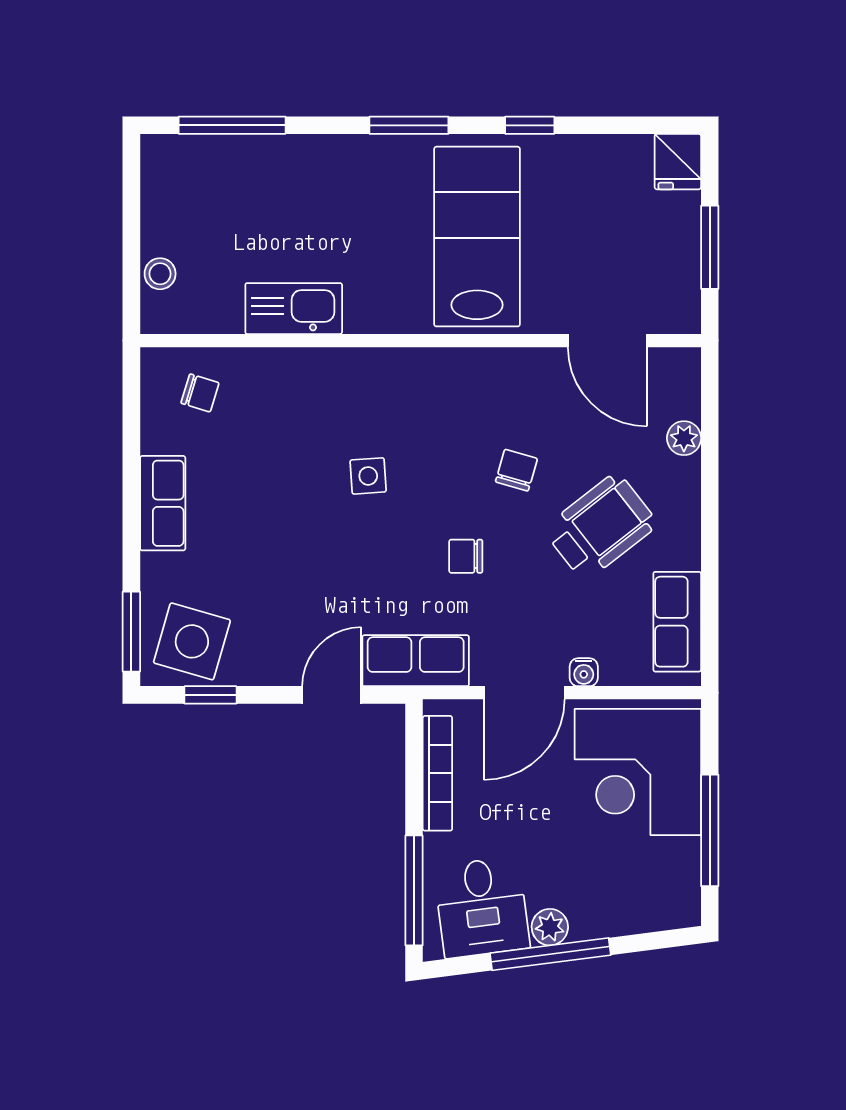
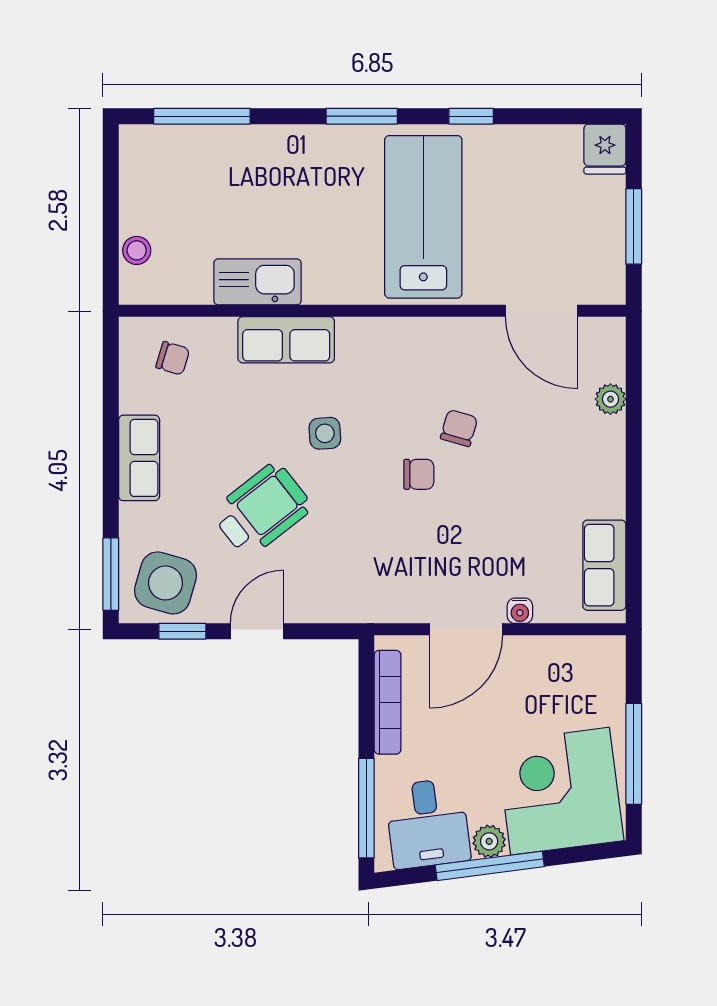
wheelchair: (601, 527) -> (262, 510), moved
chair: (466, 556) -> (419, 474), moved, turned 180
row of seats: (416, 661) -> (286, 340), moved, turned 180
door: (332, 695) -> (257, 631), moved
corner desk: (638, 772) -> (560, 791), moved, turned 83

